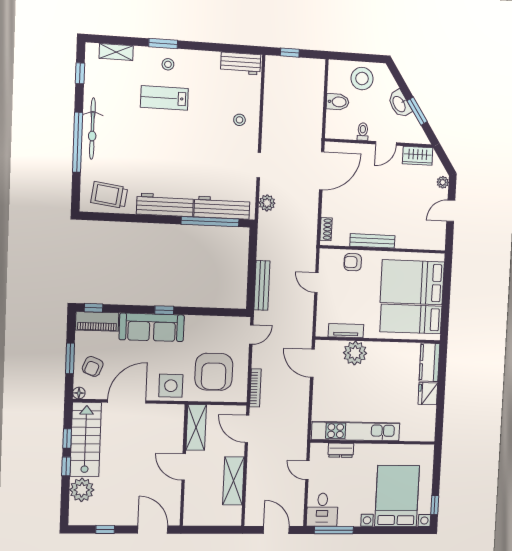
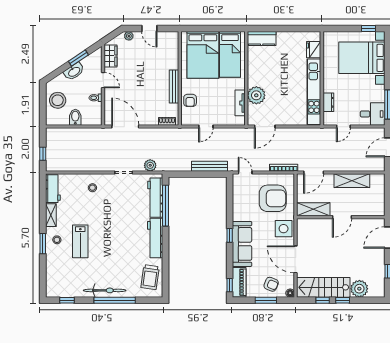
shelving: (116, 52) -> (51, 215), moved
fridge: (428, 394) -> (314, 50), moved, turned 90

